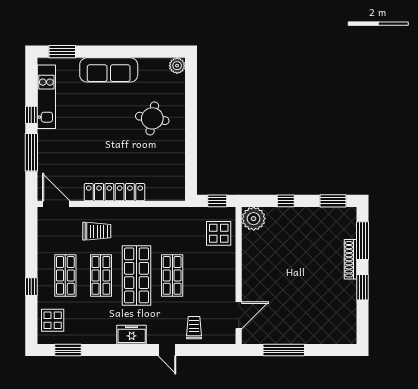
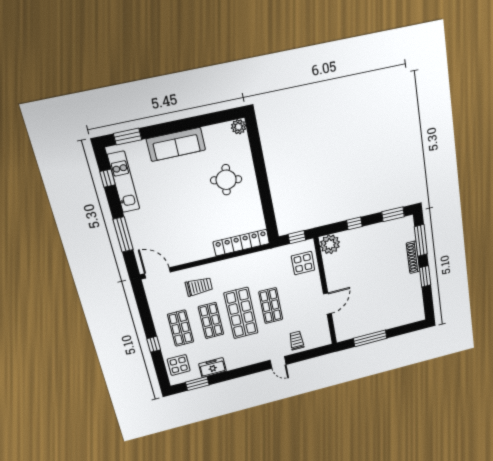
window: (31, 115) -> (107, 178), moved
locker: (114, 192) -> (241, 243), moved
door: (239, 315) -> (327, 304), moved
freezer: (132, 335) -> (212, 367), moved

